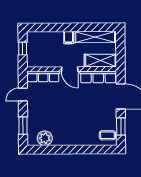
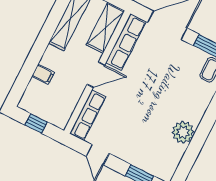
filing cabinet: (68, 38) -> (43, 74), moved
plant: (45, 138) -> (183, 132), moved

